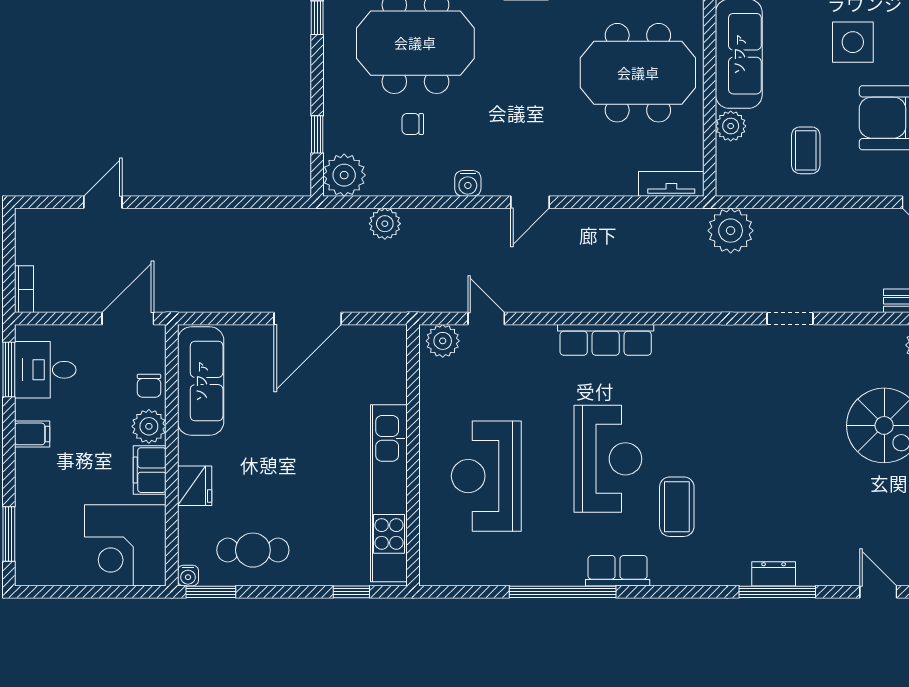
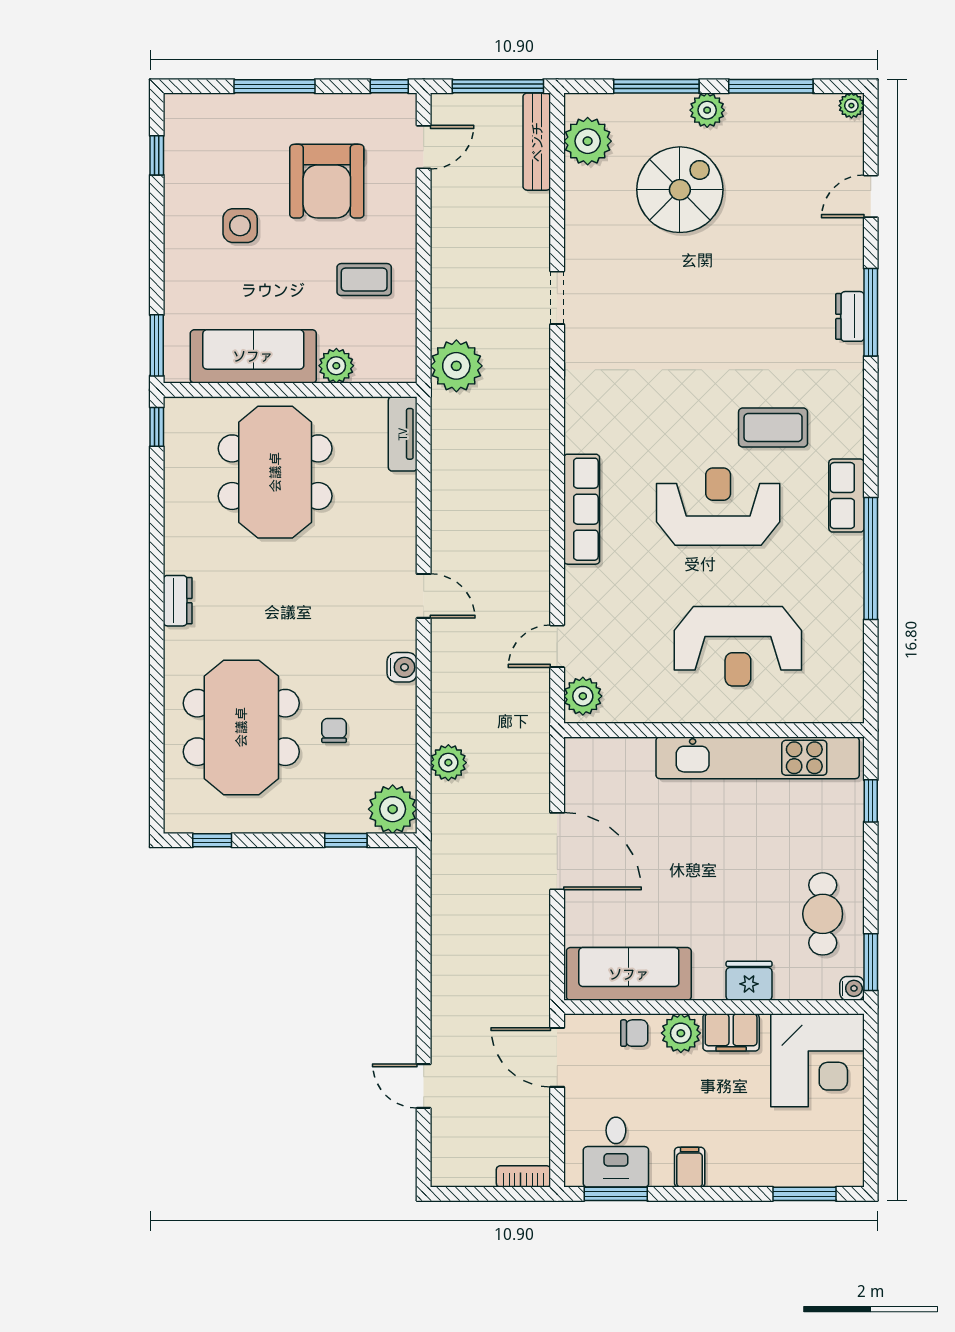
side table: (853, 42) -> (240, 226), width x0.73, depth x0.73
chair: (413, 124) -> (334, 731), turned 180

